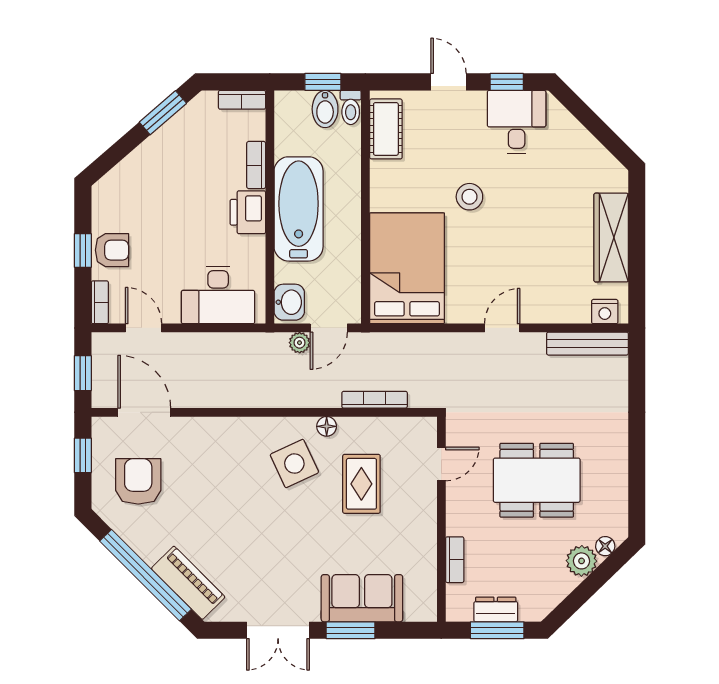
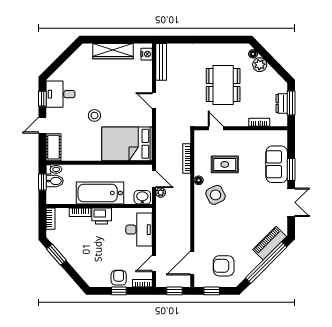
cot: (386, 129) -> (54, 147), moved, turned 90

